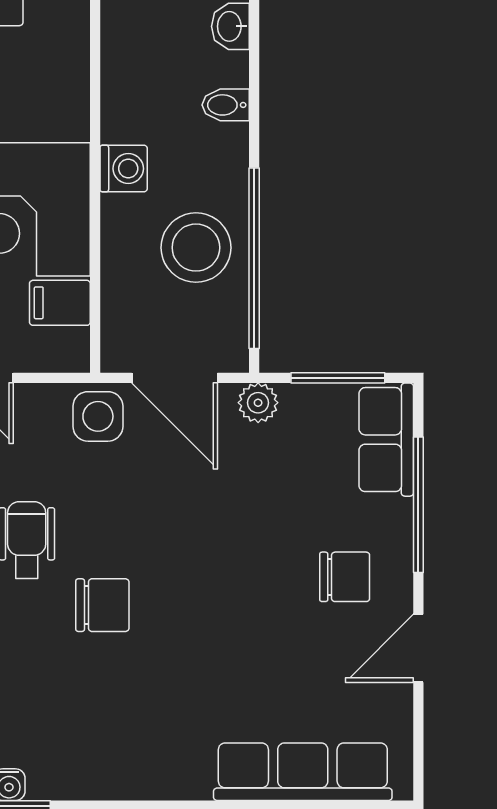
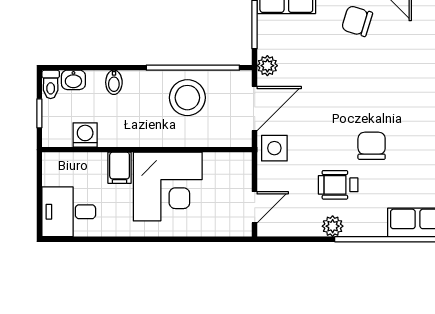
washing machine: (124, 169) -> (85, 135), moved
filing cabinet: (60, 303) -> (120, 168), moved
chair: (345, 577) -> (357, 21), turned -73

